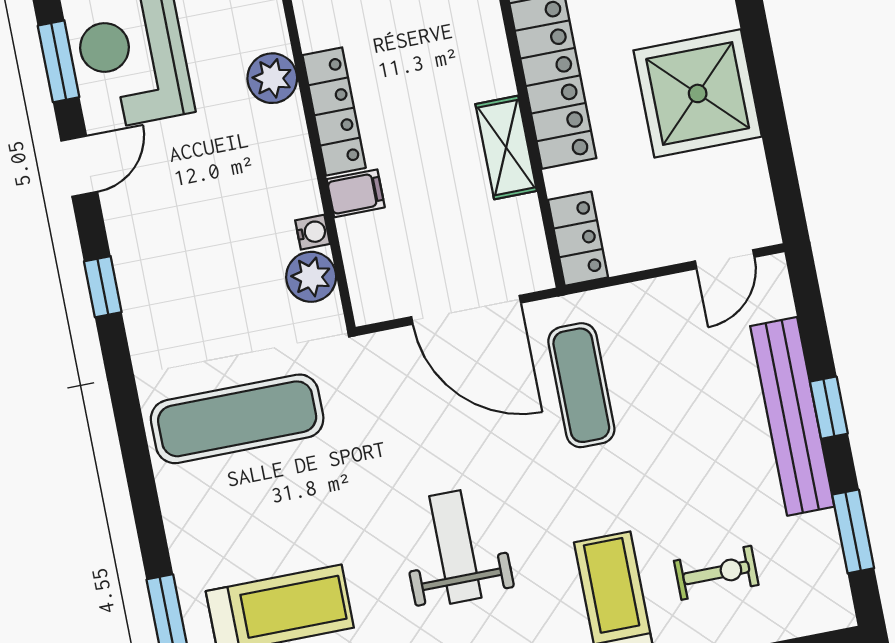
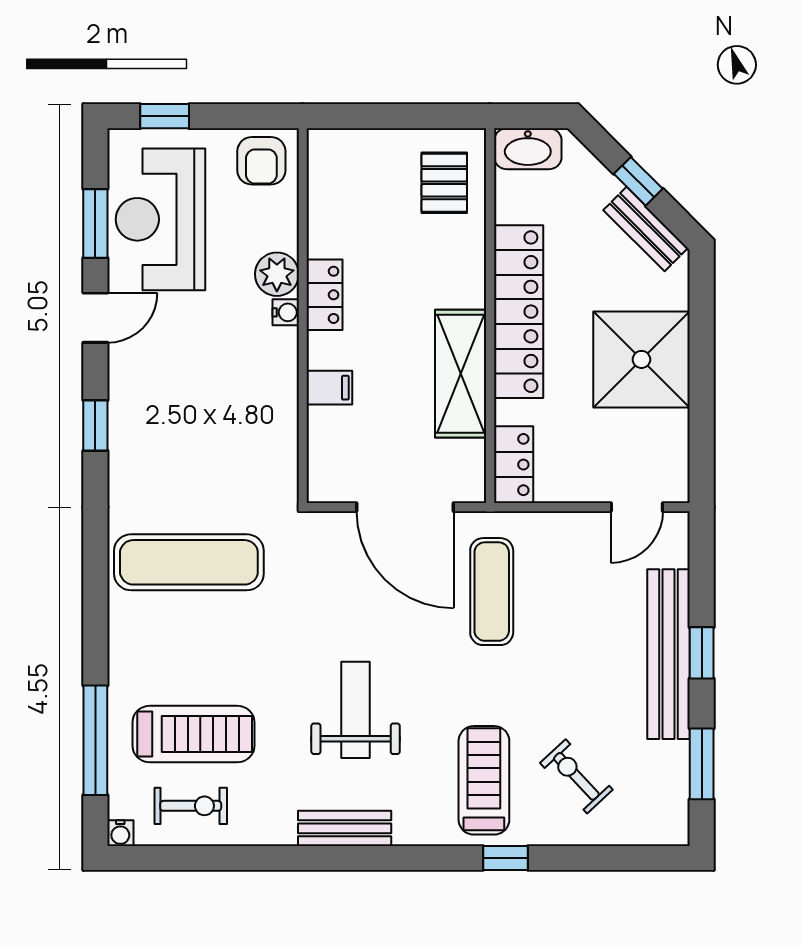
locker: (334, 112) -> (325, 295), width x0.66
shelving: (506, 148) -> (461, 374), width x1.50, depth x1.33
water cooler: (313, 232) -> (286, 312), moved
plant: (311, 277) -> (277, 452), removed
exercise bike: (716, 573) -> (576, 776), turned -133

